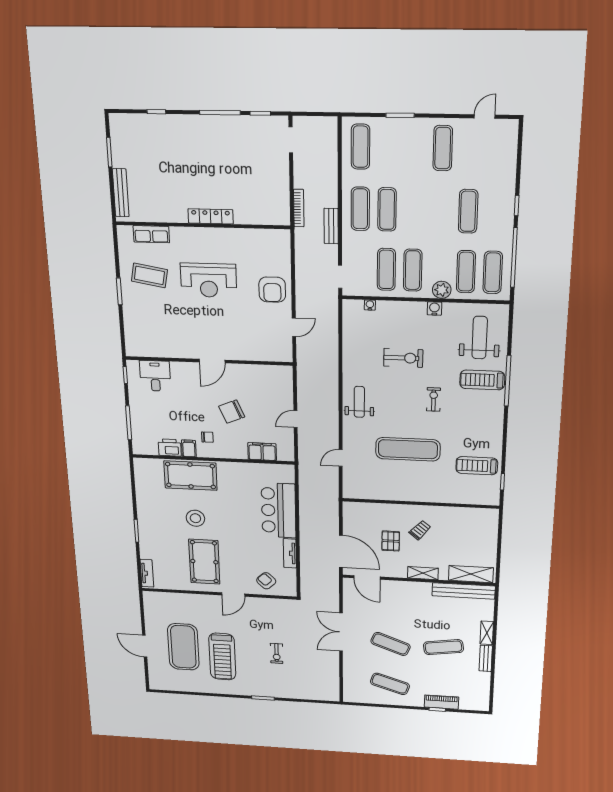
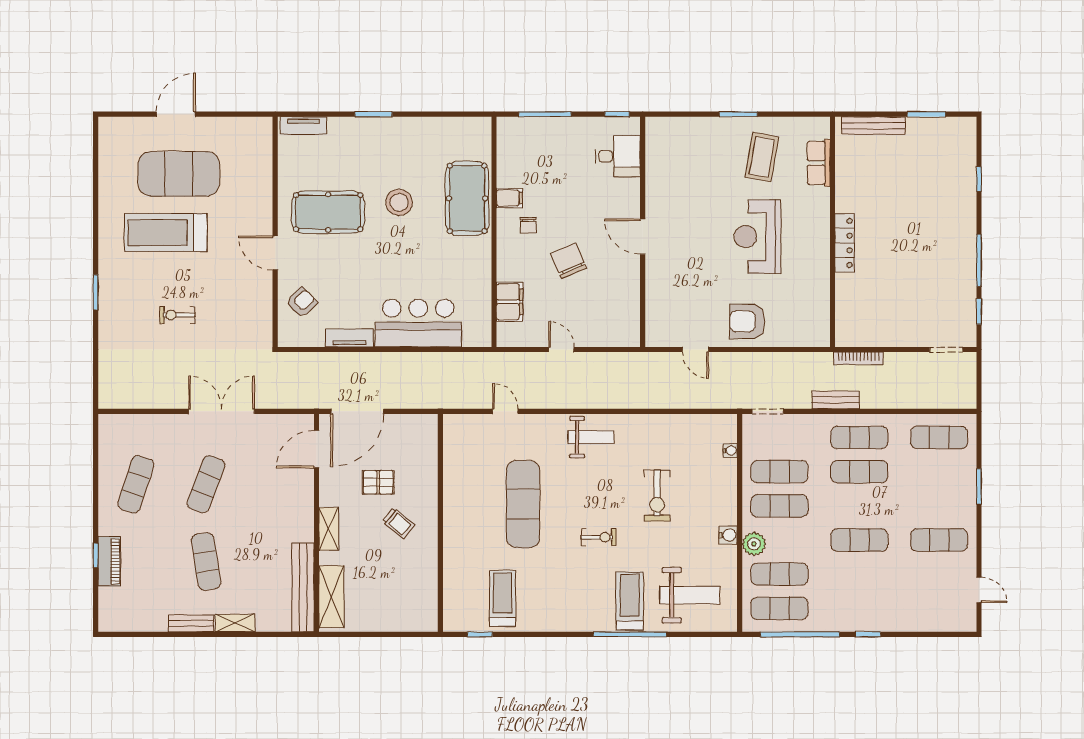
exercise mat: (468, 211) -> (859, 540), moved
printer: (170, 448) -> (509, 171), removed

